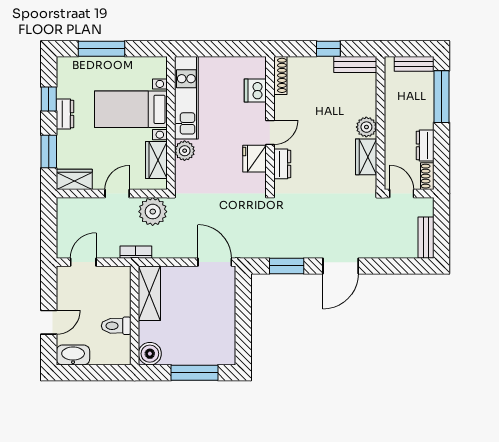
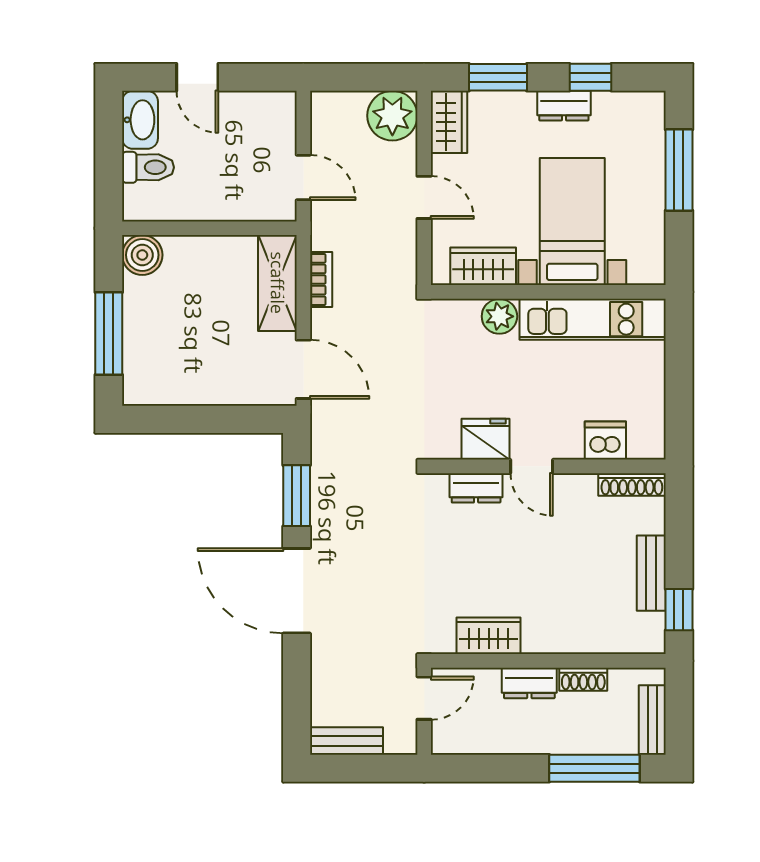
window: (328, 49) -> (679, 610), moved
bench: (355, 64) -> (651, 573), moved
plant: (366, 127) -> (541, 636), removed
dresser: (425, 145) -> (529, 683), moved, turned 180
shoe rack: (427, 176) -> (583, 679), moved, turned 180
plant: (153, 212) -> (392, 116), moved
bookcase: (136, 252) -> (321, 280), moved
door: (83, 262) -> (303, 178), moved
door: (215, 262) -> (303, 369), hinge flipped
door: (341, 266) -> (297, 591), width x1.36
shelving: (149, 293) -> (277, 283), moved, turned 90
toilet: (116, 326) -> (148, 167), moved, turned 90

